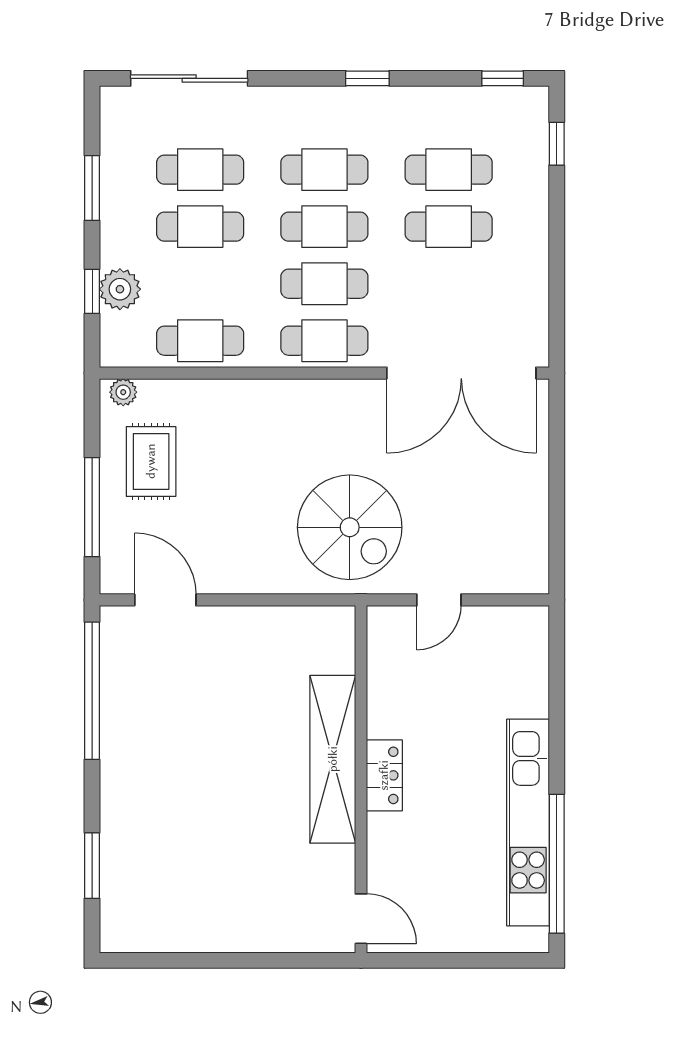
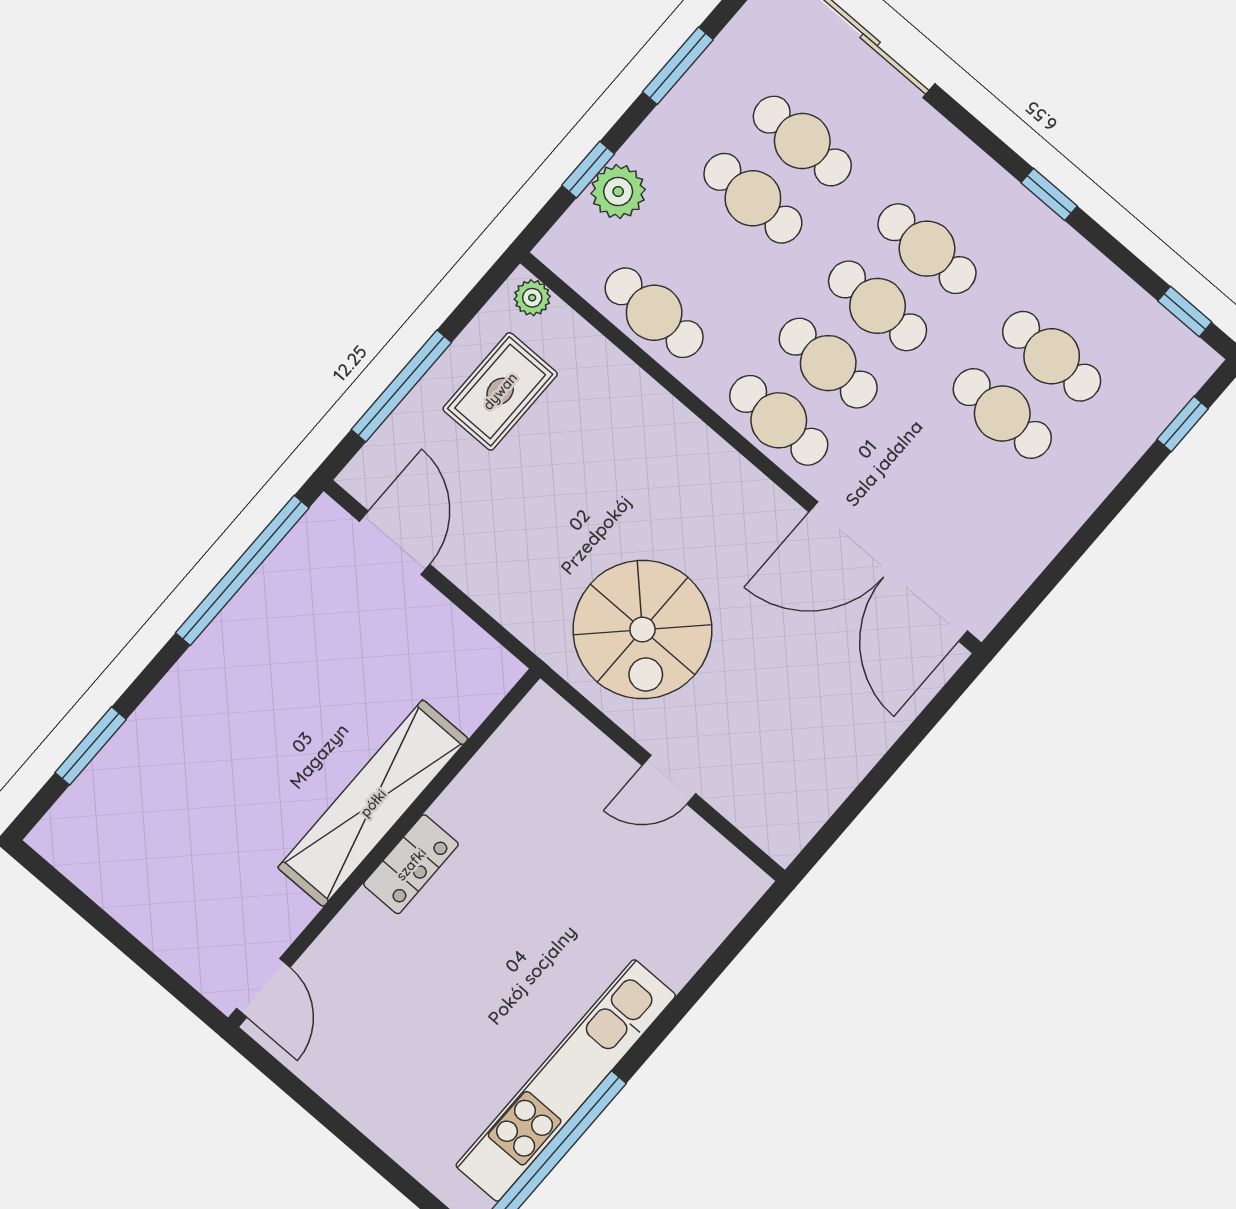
shelving: (333, 759) -> (373, 803), moved
locker: (384, 775) -> (411, 864), moved
wall: (361, 779) -> (384, 848), moved
door: (361, 919) -> (263, 988), moved

